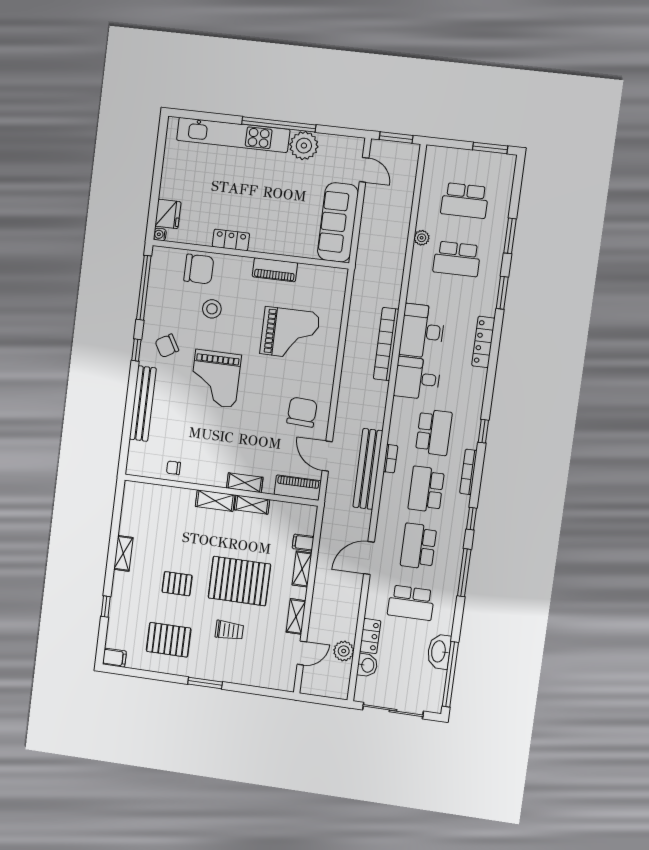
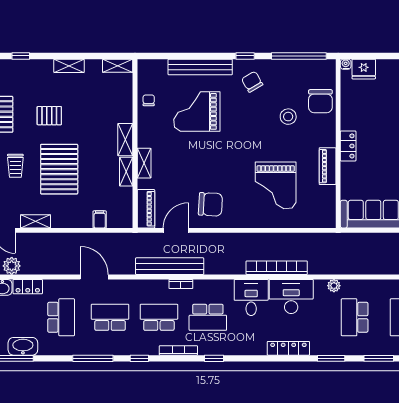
plant: (422, 238) -> (334, 286), moved
locker: (231, 240) -> (348, 146), moved
grand piano: (215, 379) -> (197, 111), moved
shelving: (302, 569) -> (118, 66), moved
pallet: (177, 584) -> (49, 116), turned 90
school desk: (411, 603) -> (61, 317), turned 180

